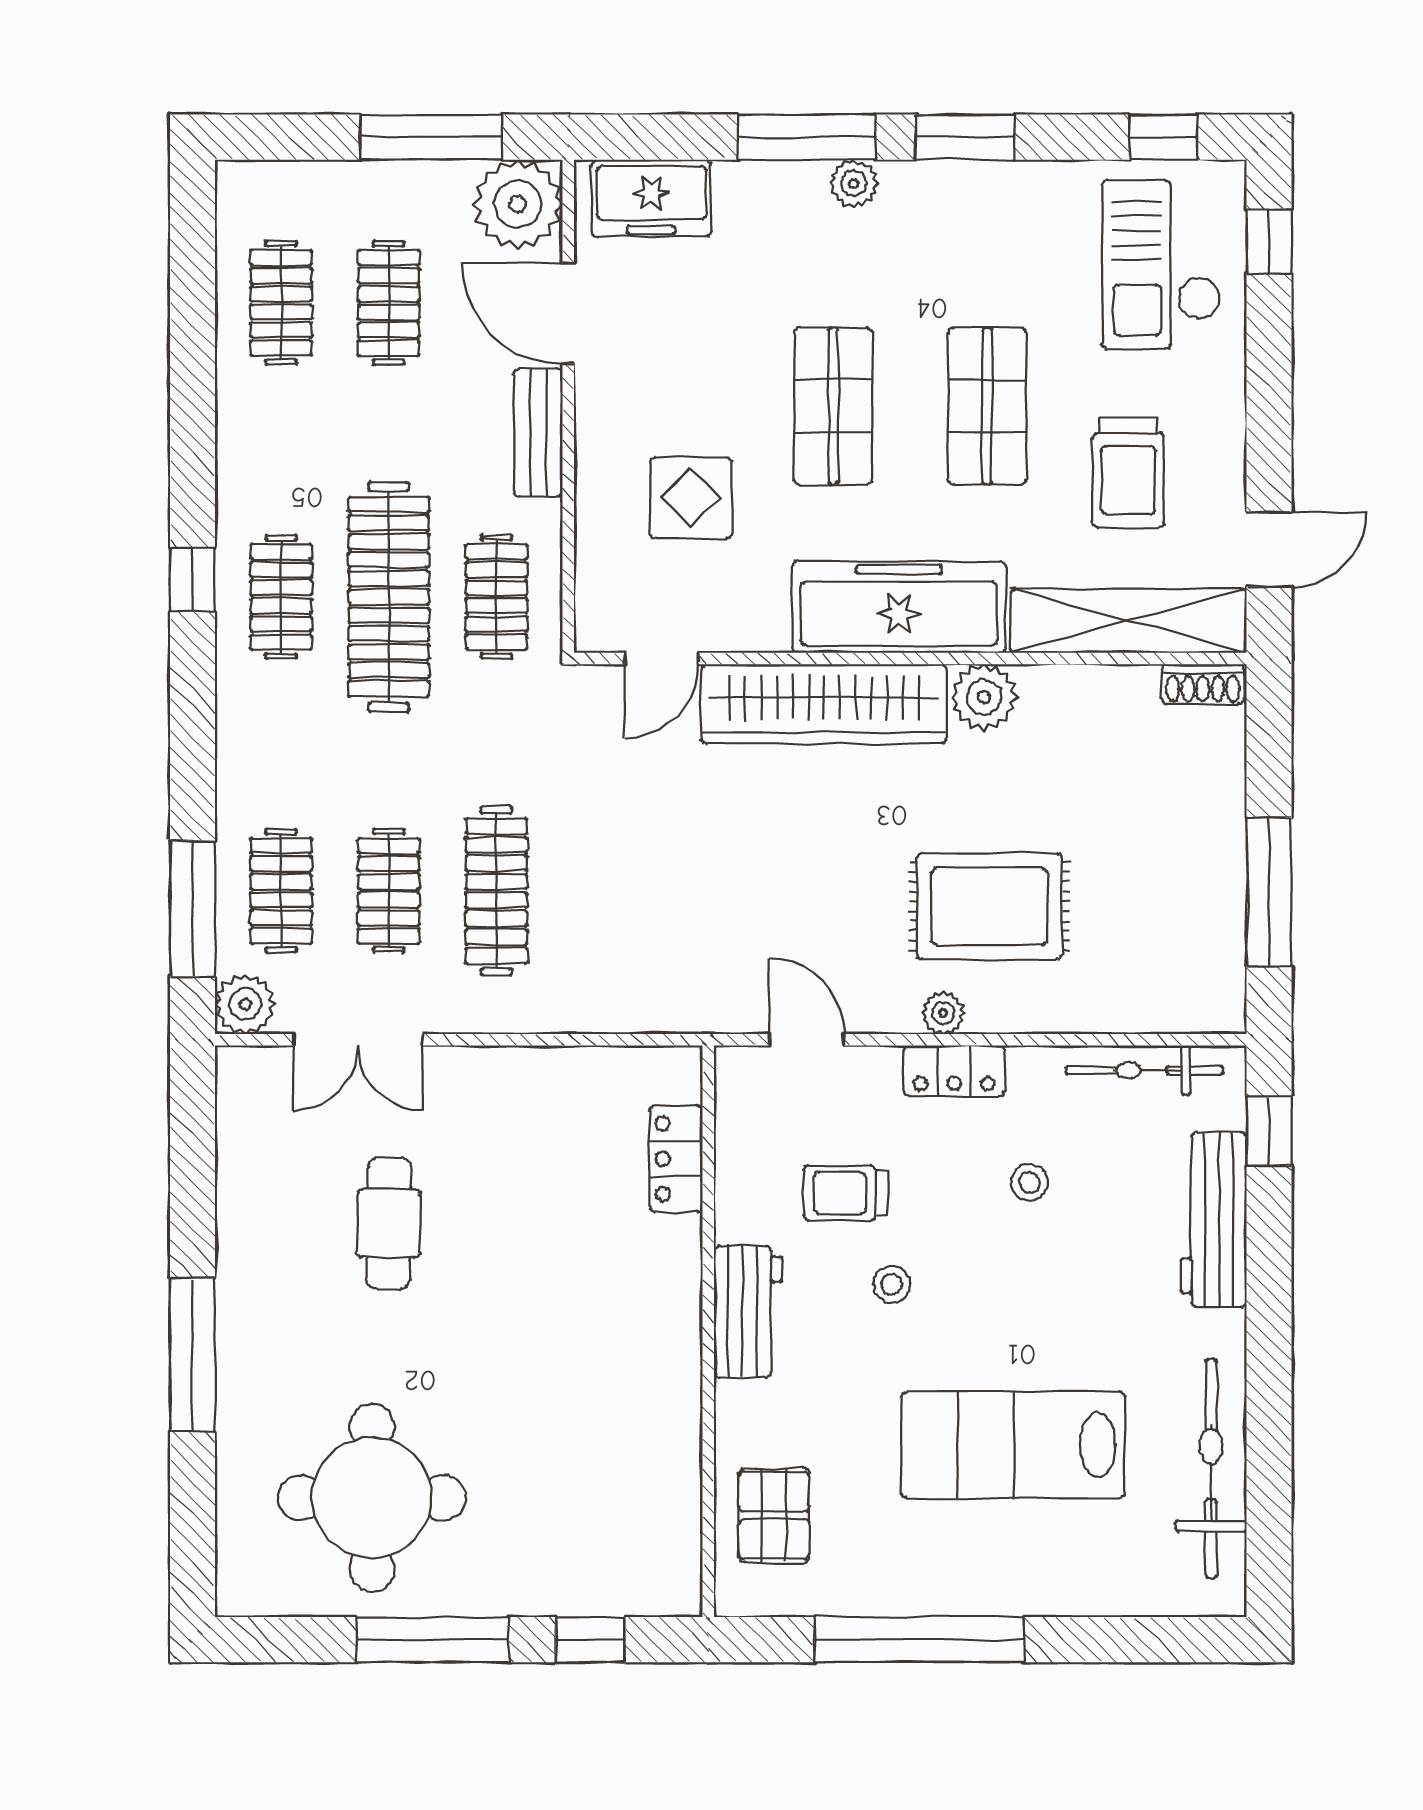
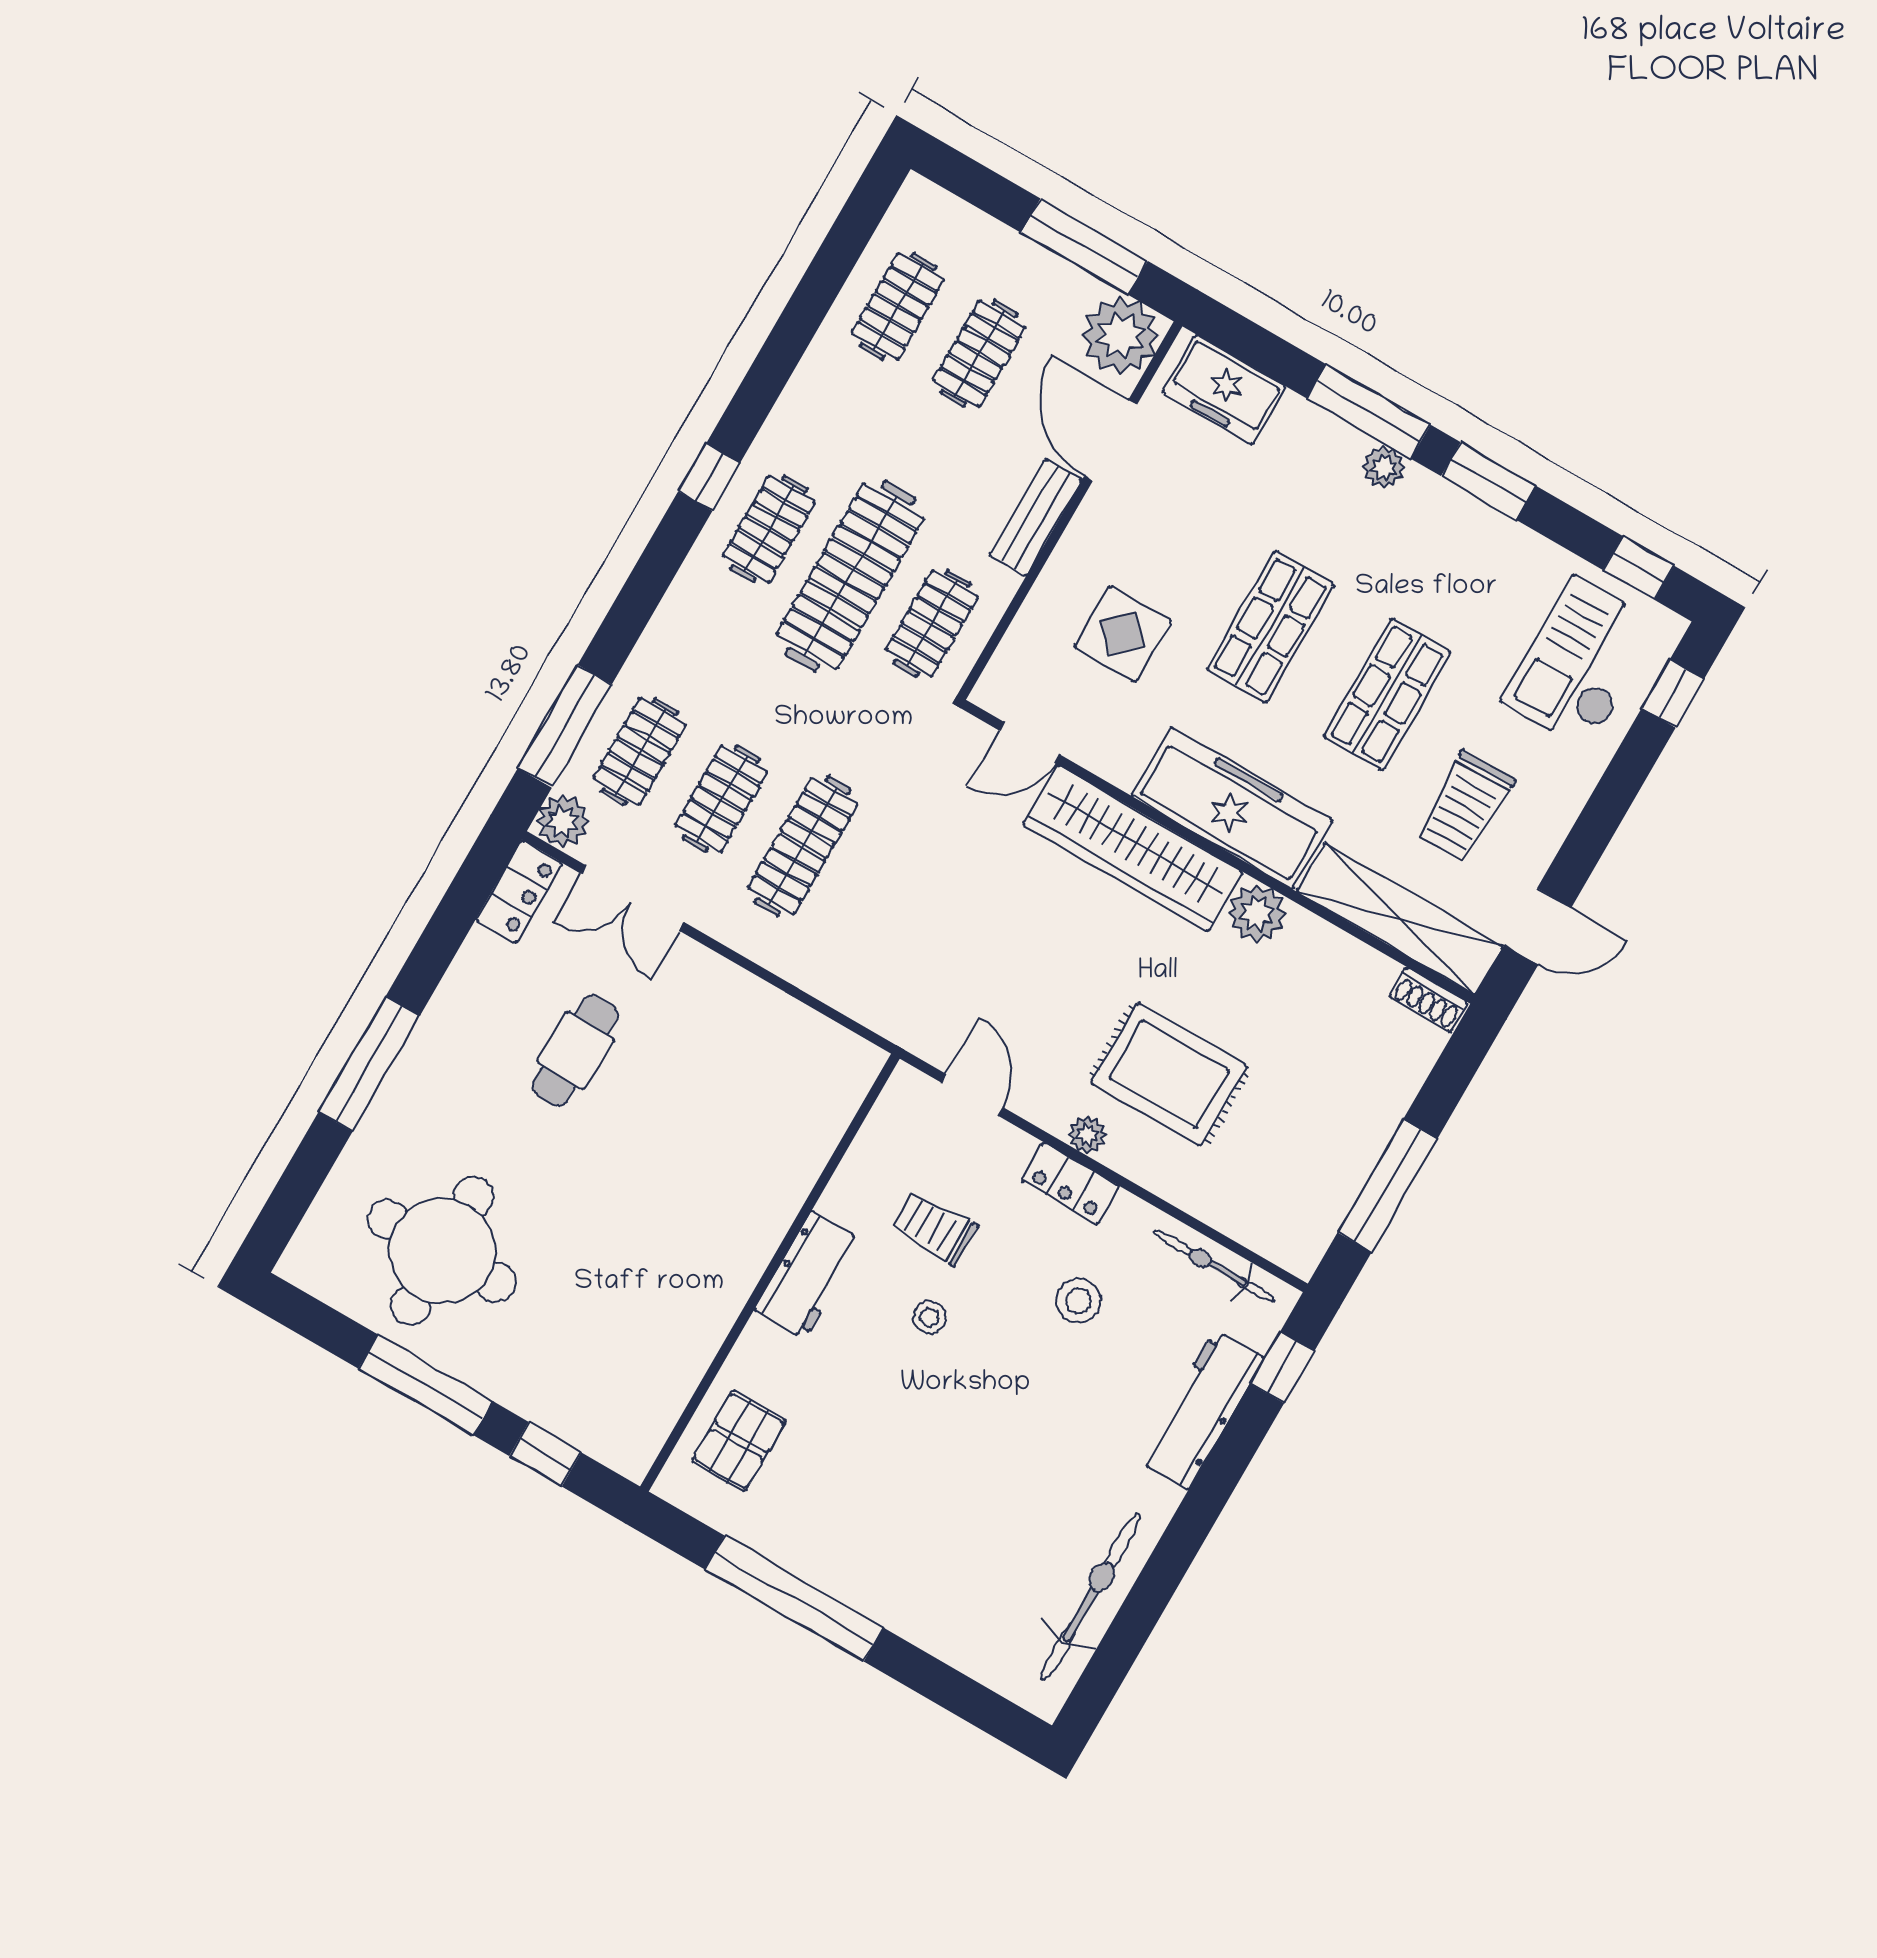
locker: (676, 1159) -> (519, 891), moved, turned 180
stool: (1030, 1182) -> (1078, 1301), width x1.37, depth x1.37
lab bench: (1013, 1445) -> (951, 1492), removed

